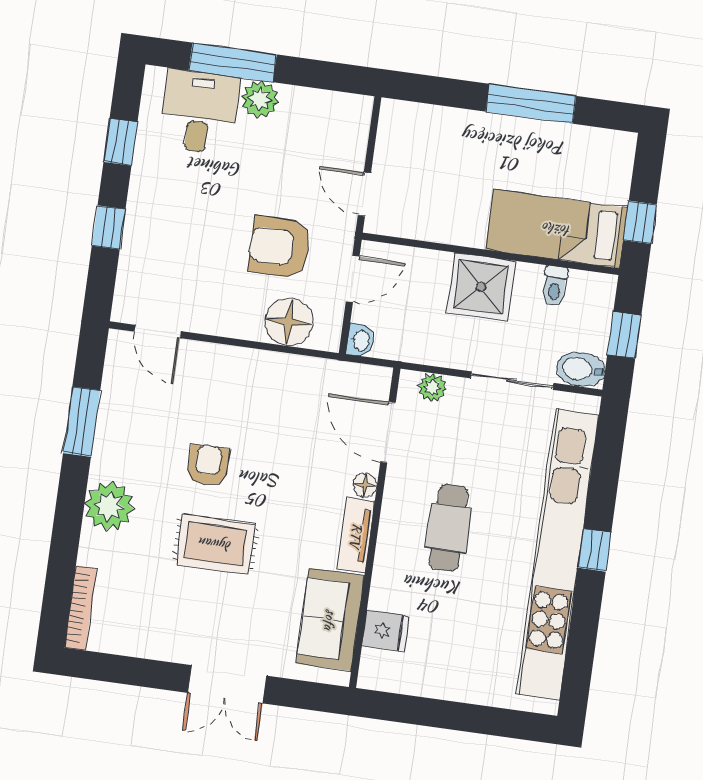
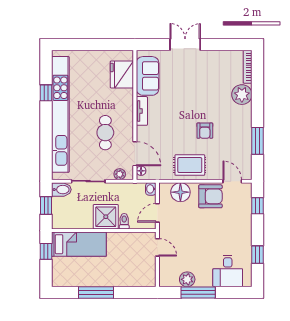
window: (233, 62) -> (198, 293), moved
plant: (260, 99) -> (187, 279), moved
window: (109, 227) -> (258, 206), moved
armchair: (280, 247) -> (210, 196), moved
toilet: (555, 286) -> (124, 221), moved
floor lamp: (365, 485) -> (141, 171), moved
plant: (109, 506) -> (242, 95), moved
cafe table: (449, 528) -> (105, 133), moved
rug: (215, 544) -> (190, 165), moved
window: (594, 550) -> (46, 93), moved
fridge: (386, 631) -> (122, 74), width x1.88, depth x1.34

